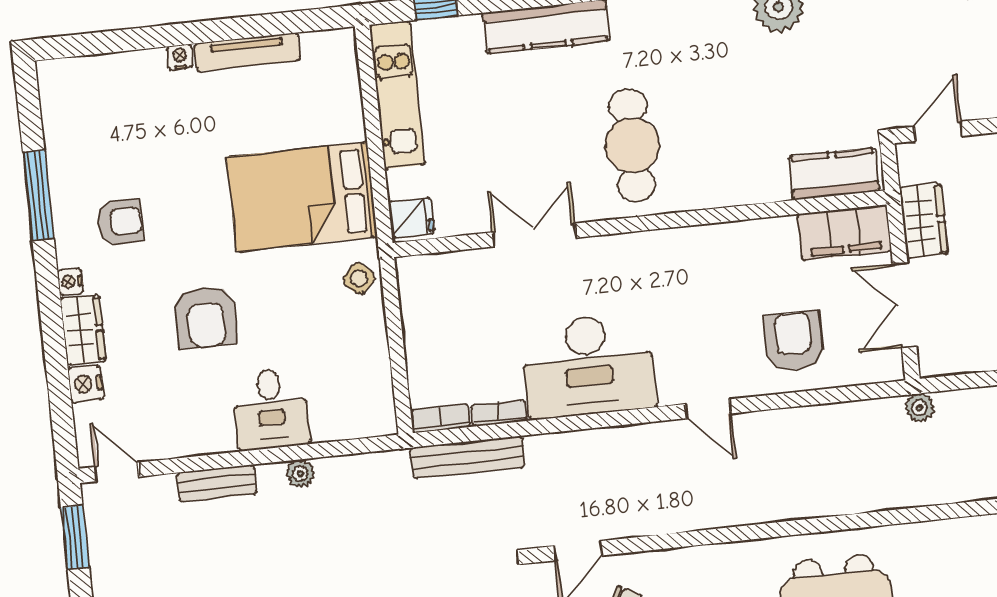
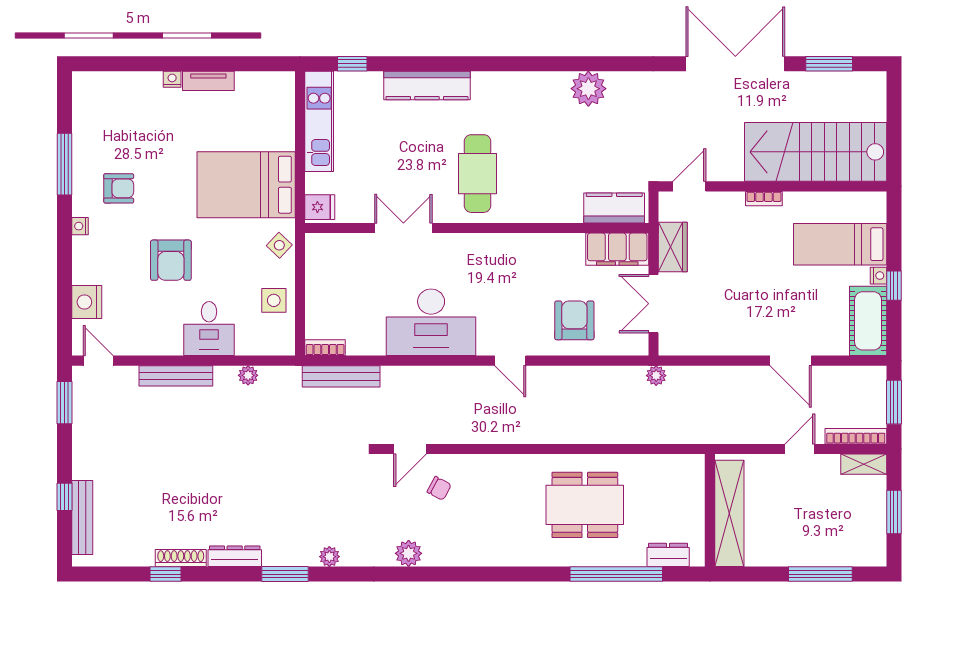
tv unit: (247, 52) -> (208, 81), width x0.71
wardrobe: (83, 330) -> (85, 260), removed
side table: (359, 359) -> (274, 300), added
nightstand: (86, 384) -> (87, 302), width x1.36, depth x1.33
bookcase: (499, 413) -> (366, 348), removed
plant: (300, 474) -> (248, 375), moved
bench: (217, 483) -> (176, 376), width x1.36

